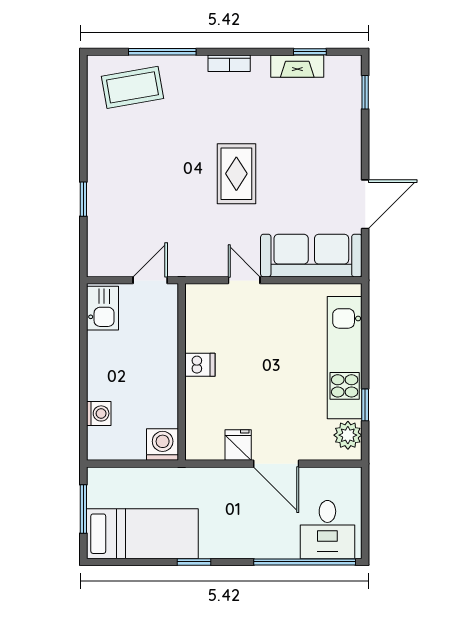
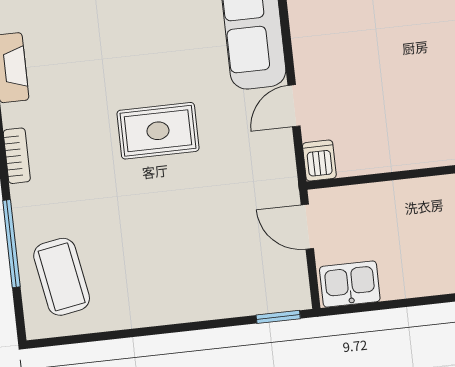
window: (83, 199) -> (278, 317), moved
dishwasher: (200, 365) -> (319, 161), moved

